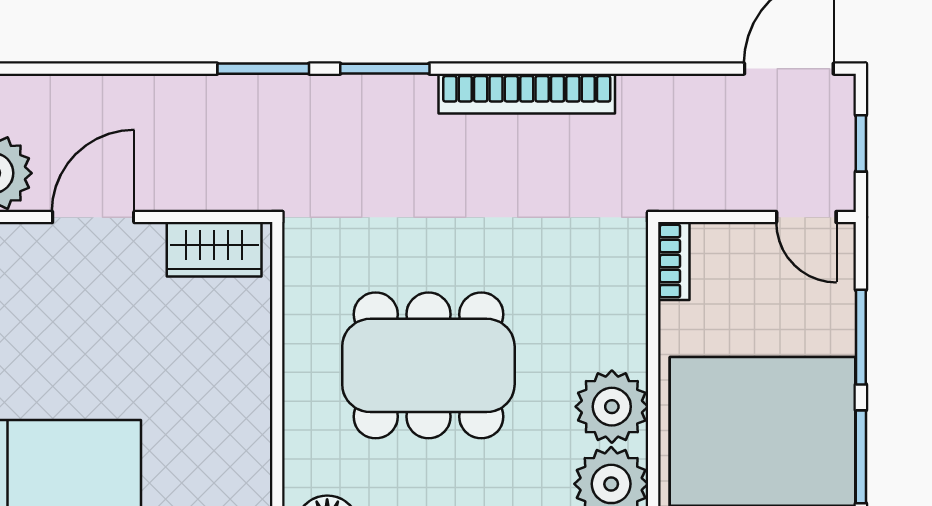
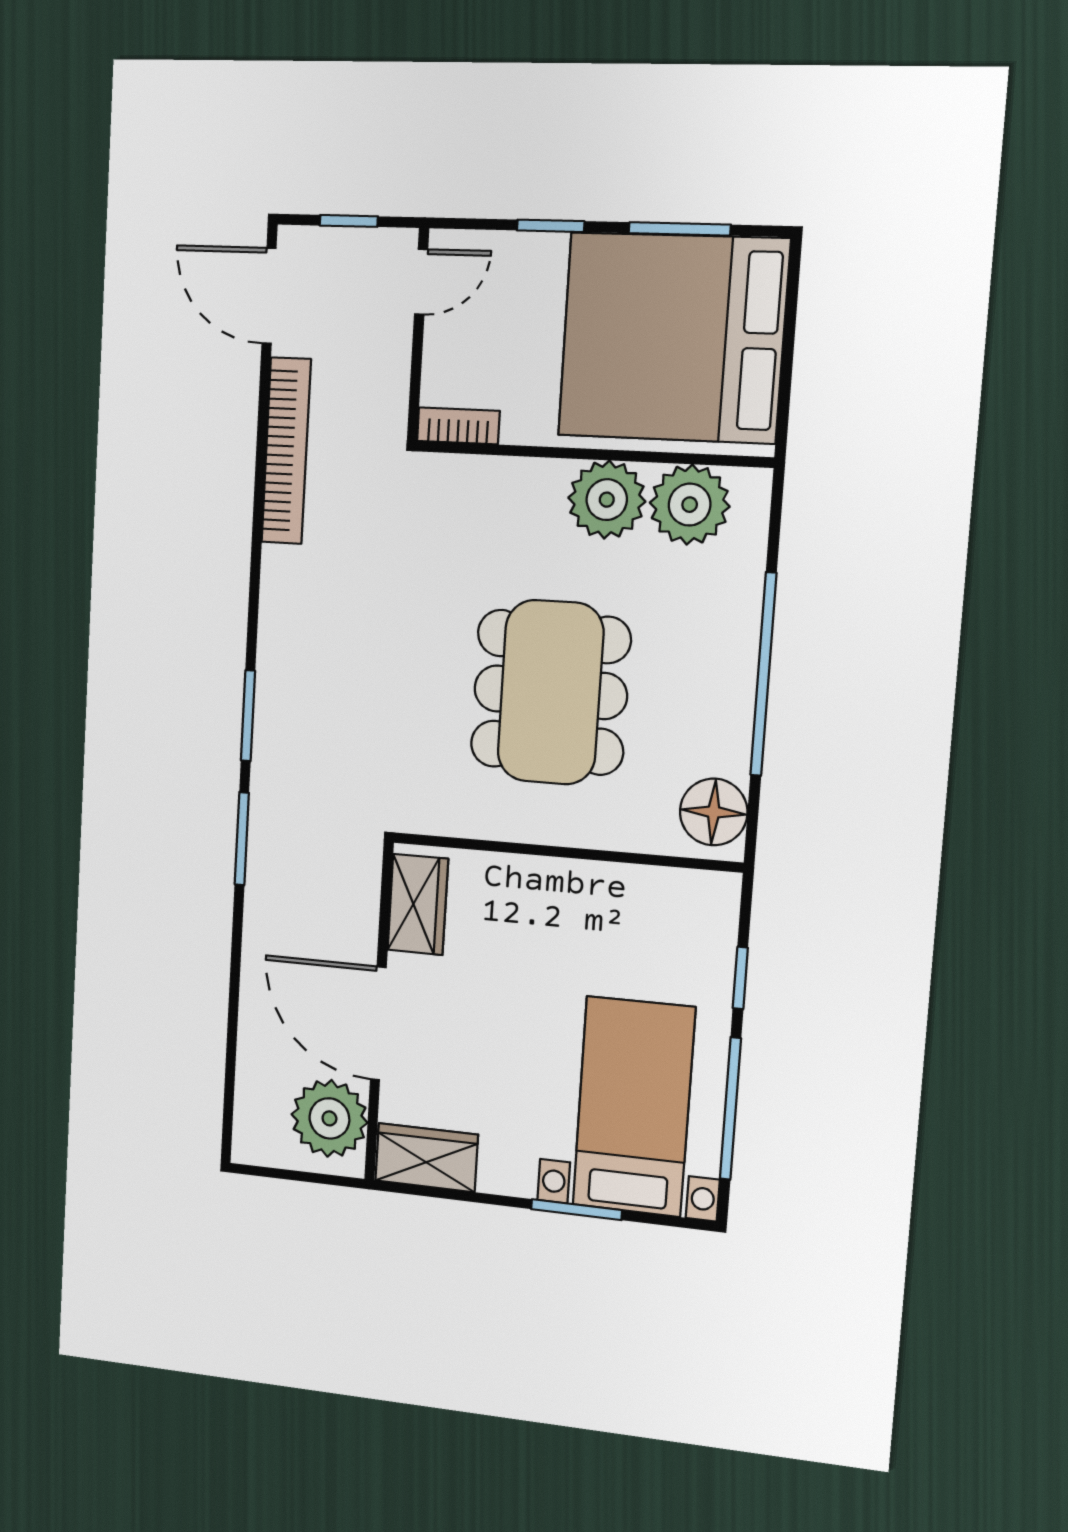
bookcase: (527, 94) -> (286, 451), moved
door: (93, 217) -> (378, 1023), width x1.36
window: (861, 337) -> (551, 226), width x0.67

